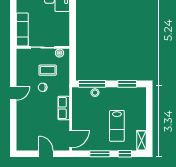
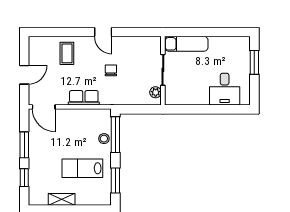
coffee table: (48, 70) -> (67, 53), moved
lab bench: (117, 126) -> (82, 168), moved
shelving: (142, 140) -> (62, 199), moved

